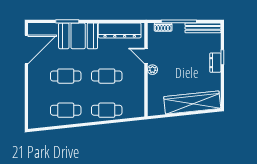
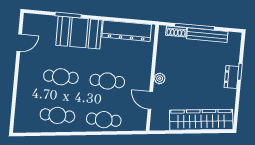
bench: (203, 28) -> (207, 35), moved
door: (26, 49) -> (19, 43), width x0.53
door: (146, 56) -> (150, 100), moved

